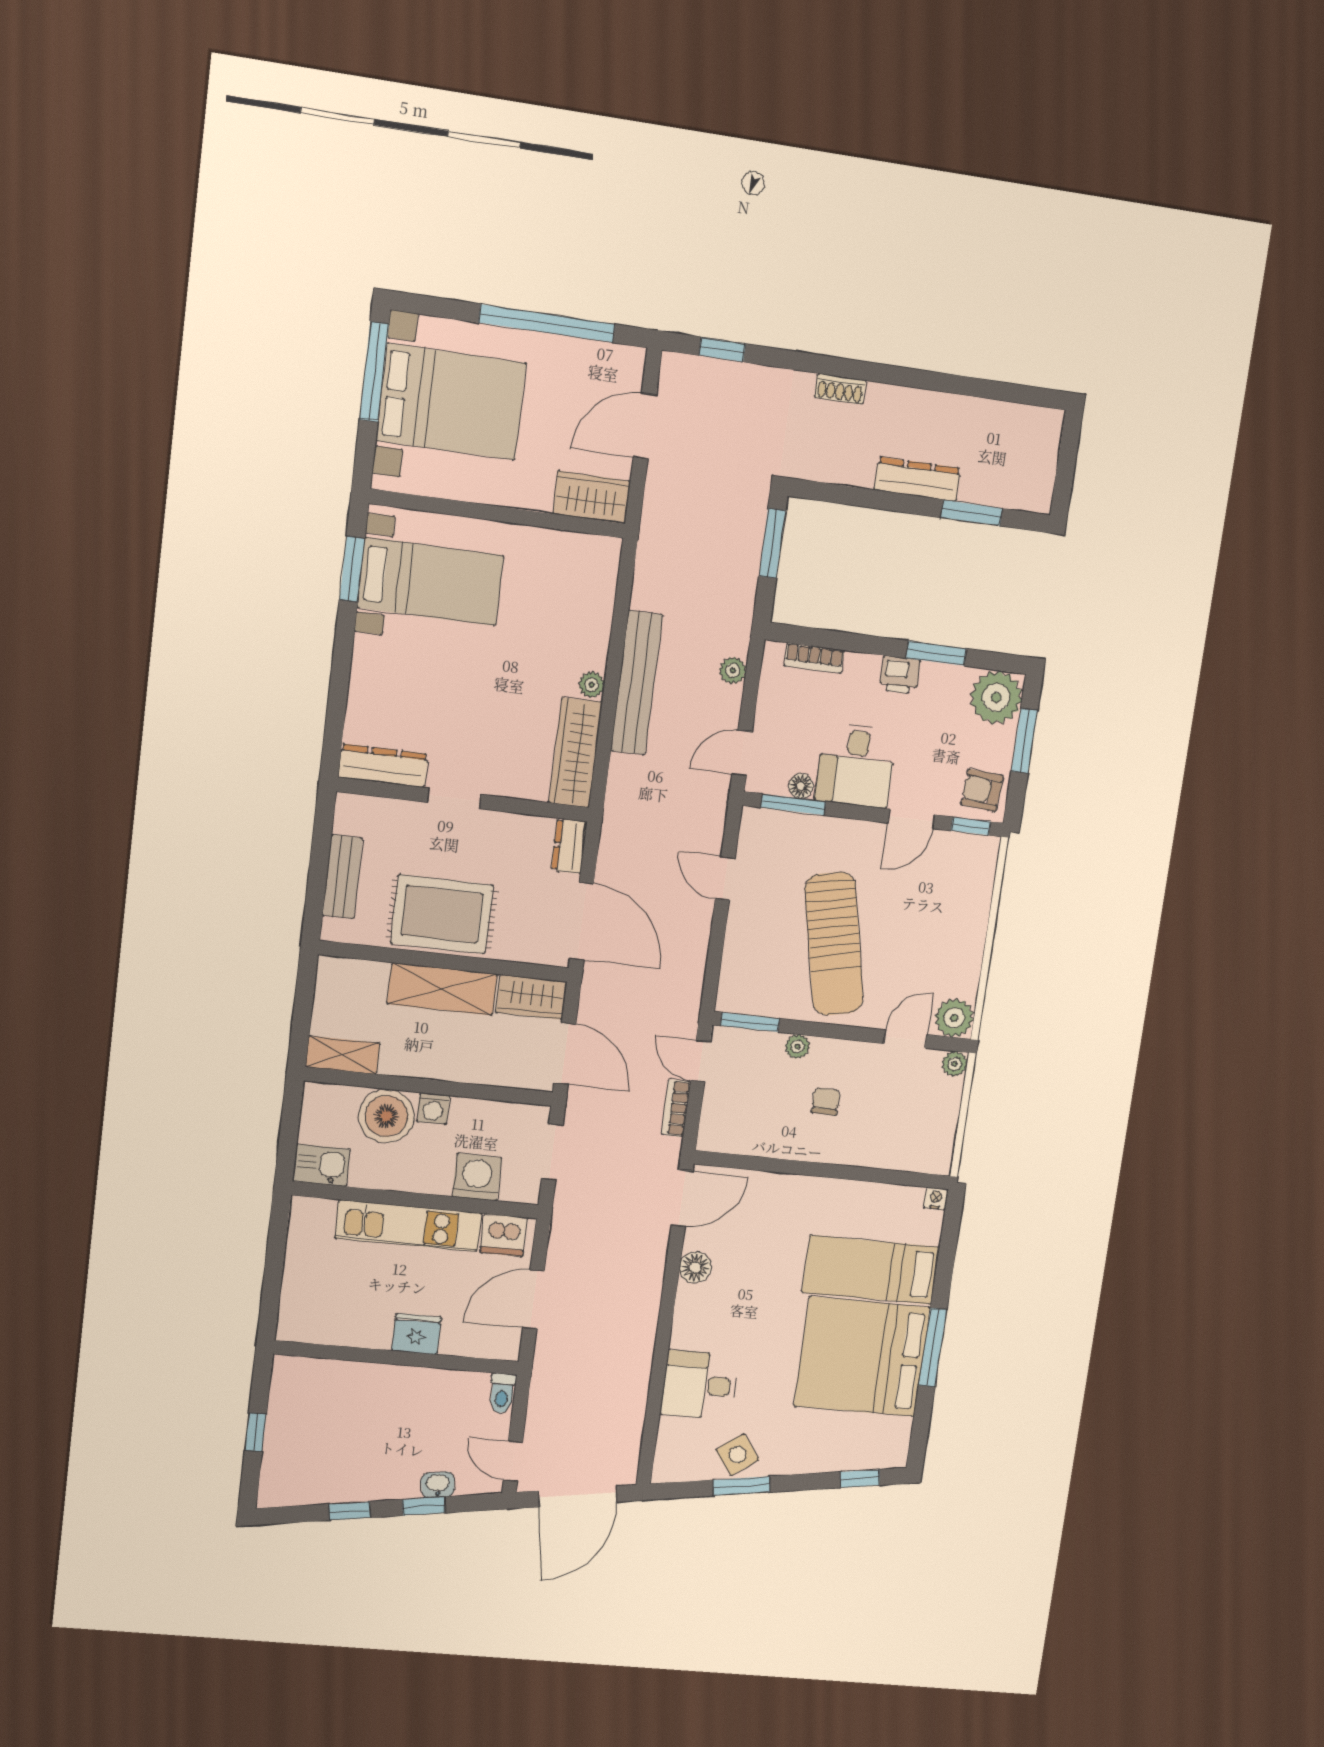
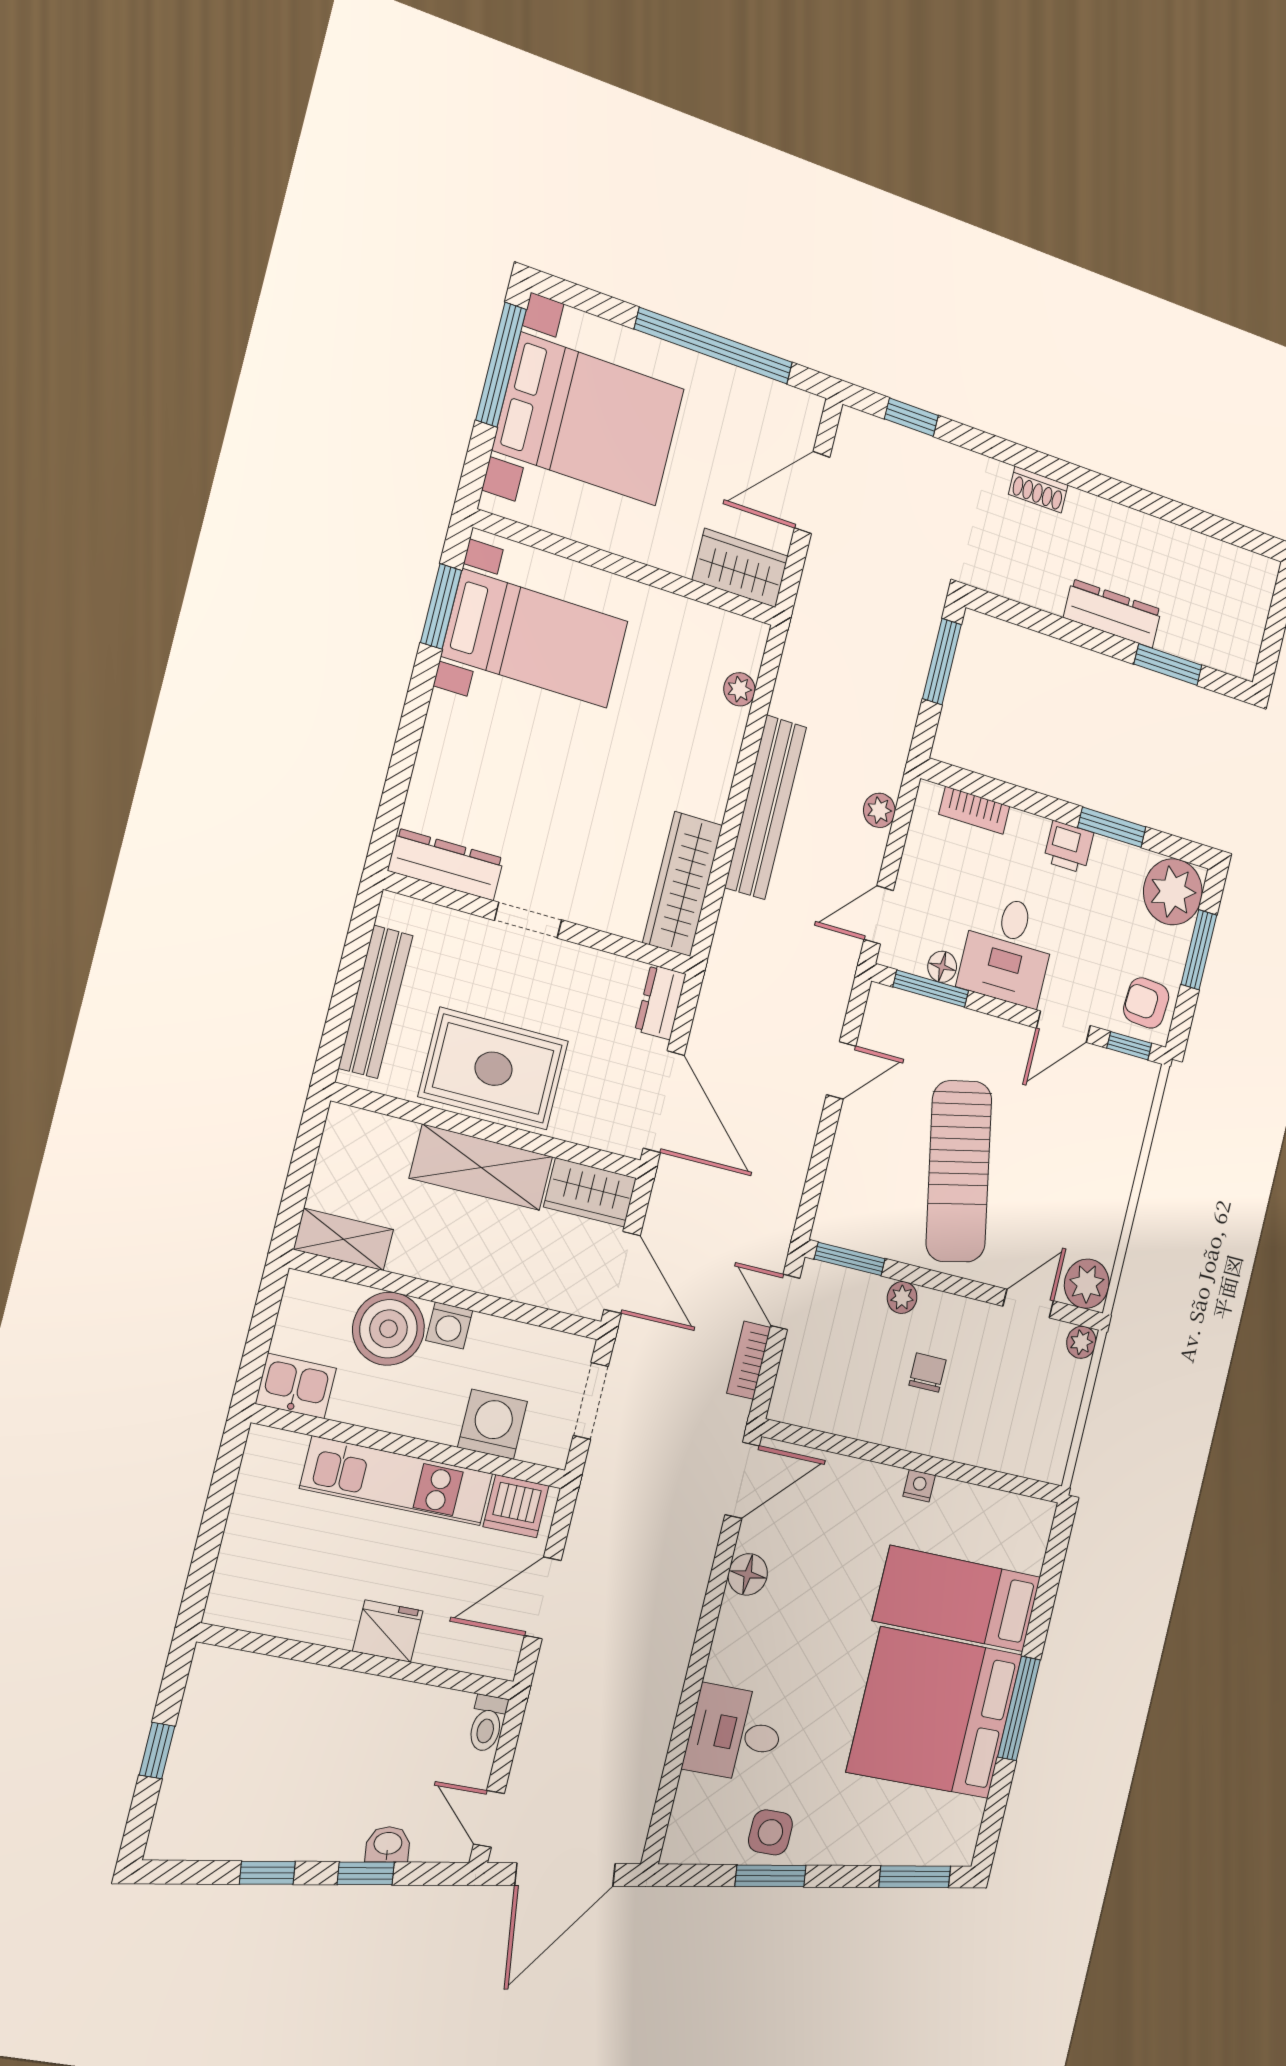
plant: (592, 685) -> (739, 689), moved
bench: (342, 877) -> (376, 1002), width x1.36
door: (725, 878) -> (841, 1070), swing flipped
nightstand: (936, 1198) -> (919, 1486), moved
side table: (737, 1455) -> (770, 1832), turned 36
window: (860, 1479) -> (915, 1877), width x1.50

